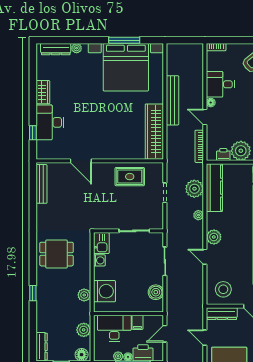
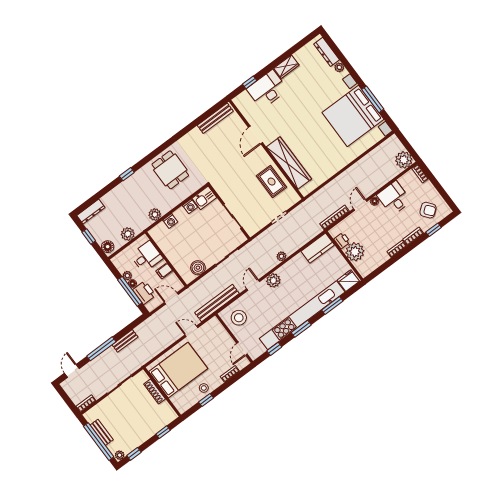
bench: (172, 100) -> (217, 303), moved
wardrobe: (154, 132) -> (289, 163), moved, turned 90
kitchen counter: (214, 188) -> (318, 248), width x0.67
plant: (194, 189) -> (404, 160), moved
washing machine: (104, 291) -> (170, 221), width x0.53, depth x0.53
dresser: (222, 314) -> (219, 330), removed
desk: (114, 328) -> (147, 257), width x0.73
door: (205, 338) -> (191, 331), hinge flipped

